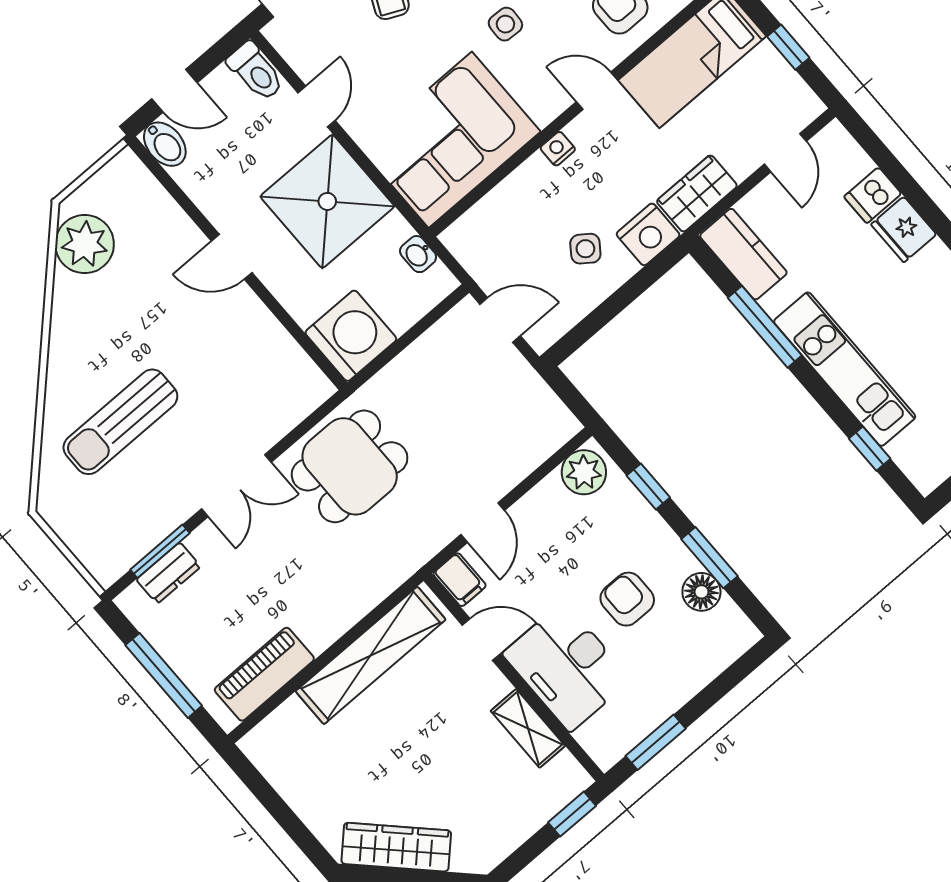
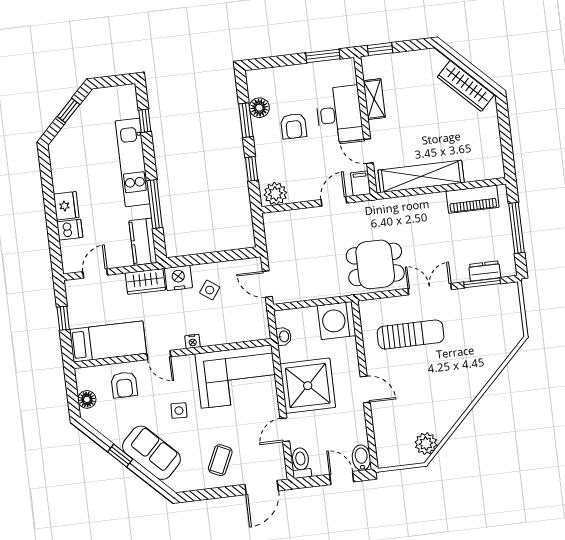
plant: (85, 244) -> (426, 444), width x0.73, depth x0.73
sun lounger: (120, 422) -> (411, 335), moved

